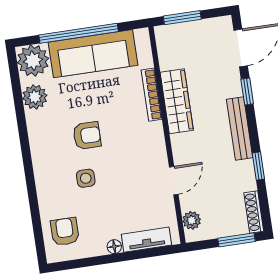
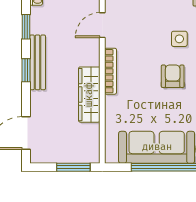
window: (247, 92) -> (26, 70), moved
bookcase: (152, 95) -> (111, 71), moved
armchair: (87, 136) -> (173, 76), turned 90

